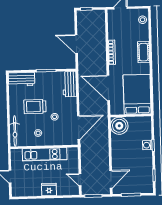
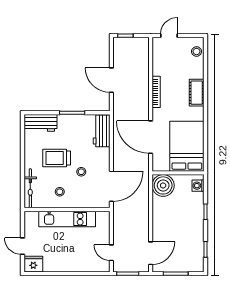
washing machine: (147, 145) -> (198, 186), moved
fridge: (49, 190) -> (33, 264), moved

